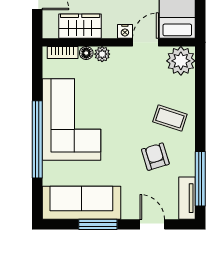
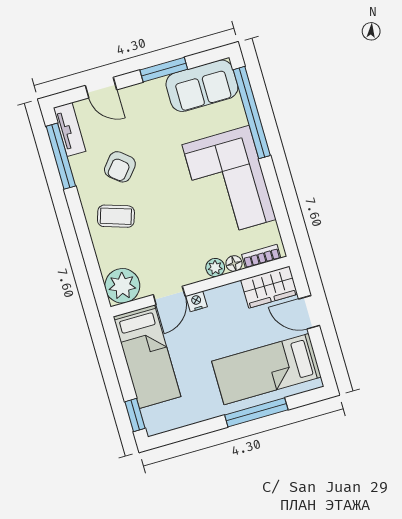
wardrobe: (80, 26) -> (269, 287), moved
window: (37, 139) -> (252, 113), moved
armchair: (155, 157) -> (120, 167), turned 57
sofa: (81, 203) -> (202, 86), width x0.73

